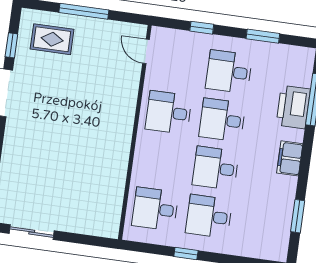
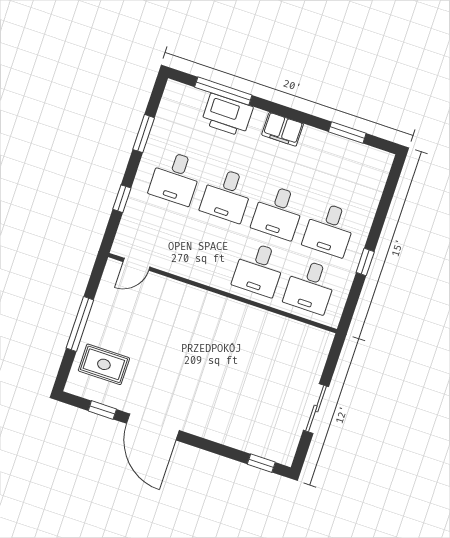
rug: (52, 39) -> (104, 364), turned 90
desk: (169, 112) -> (259, 269), moved
sliding door: (32, 232) -> (316, 409), moved

